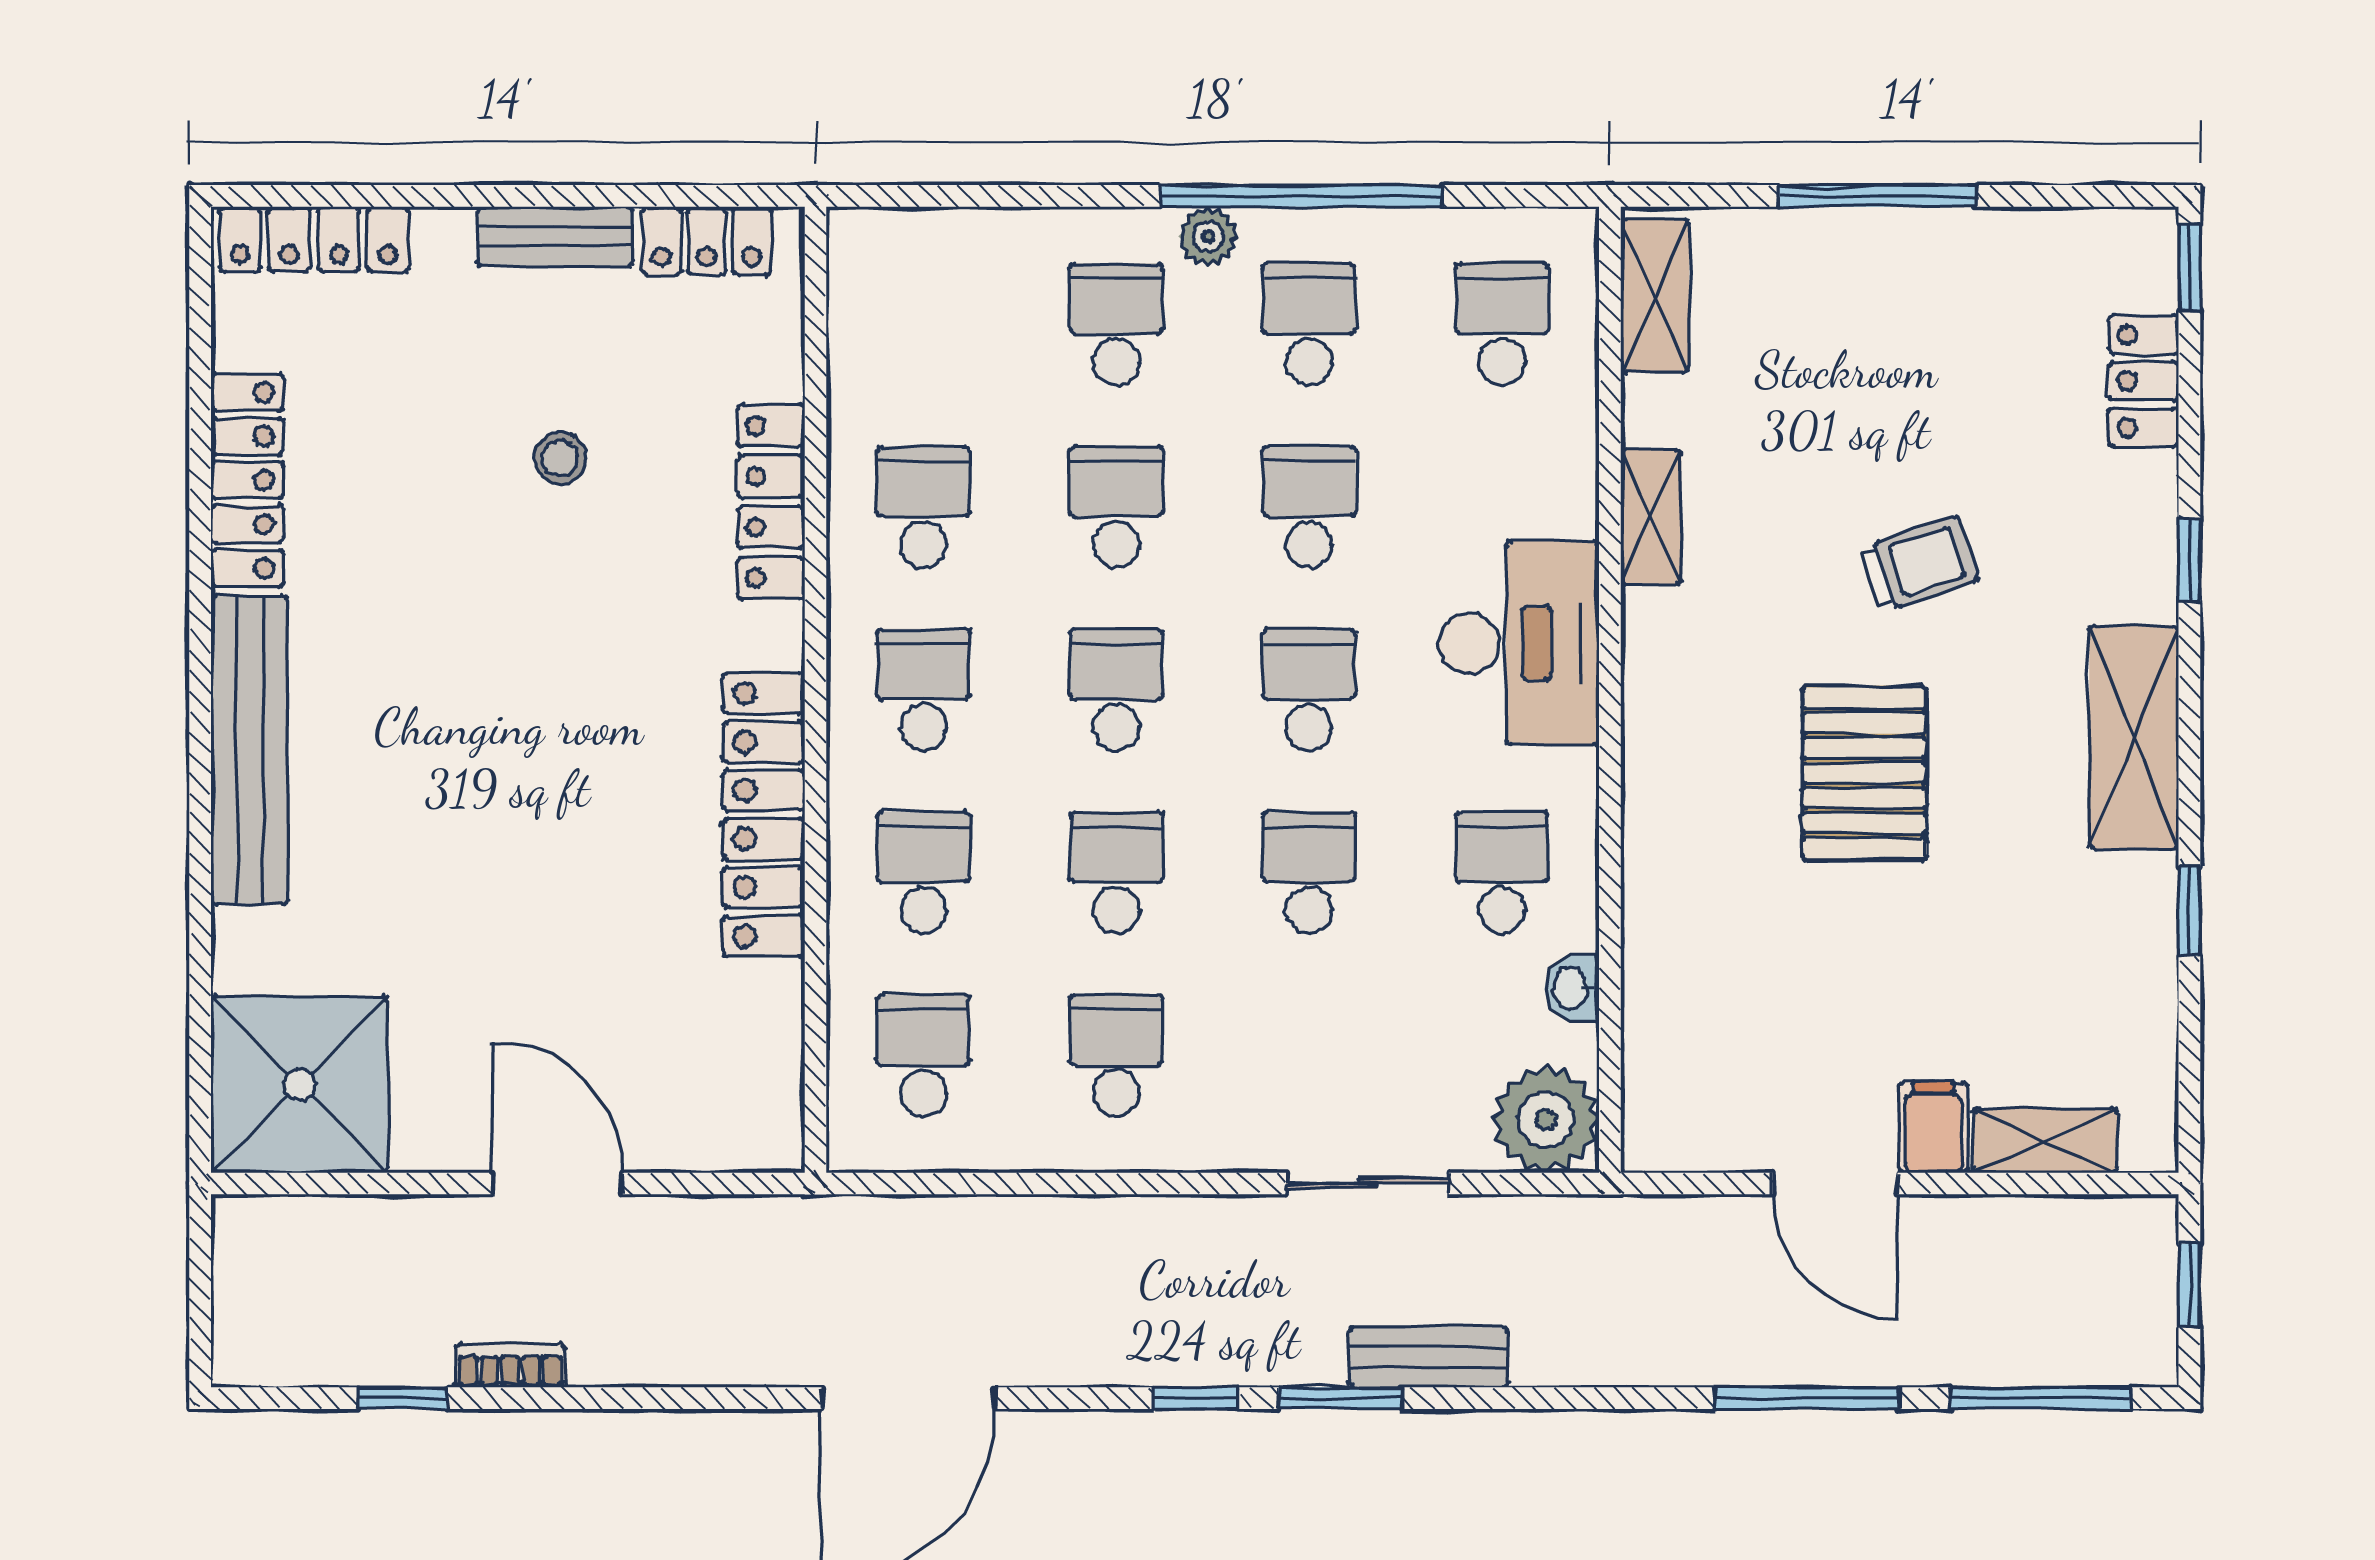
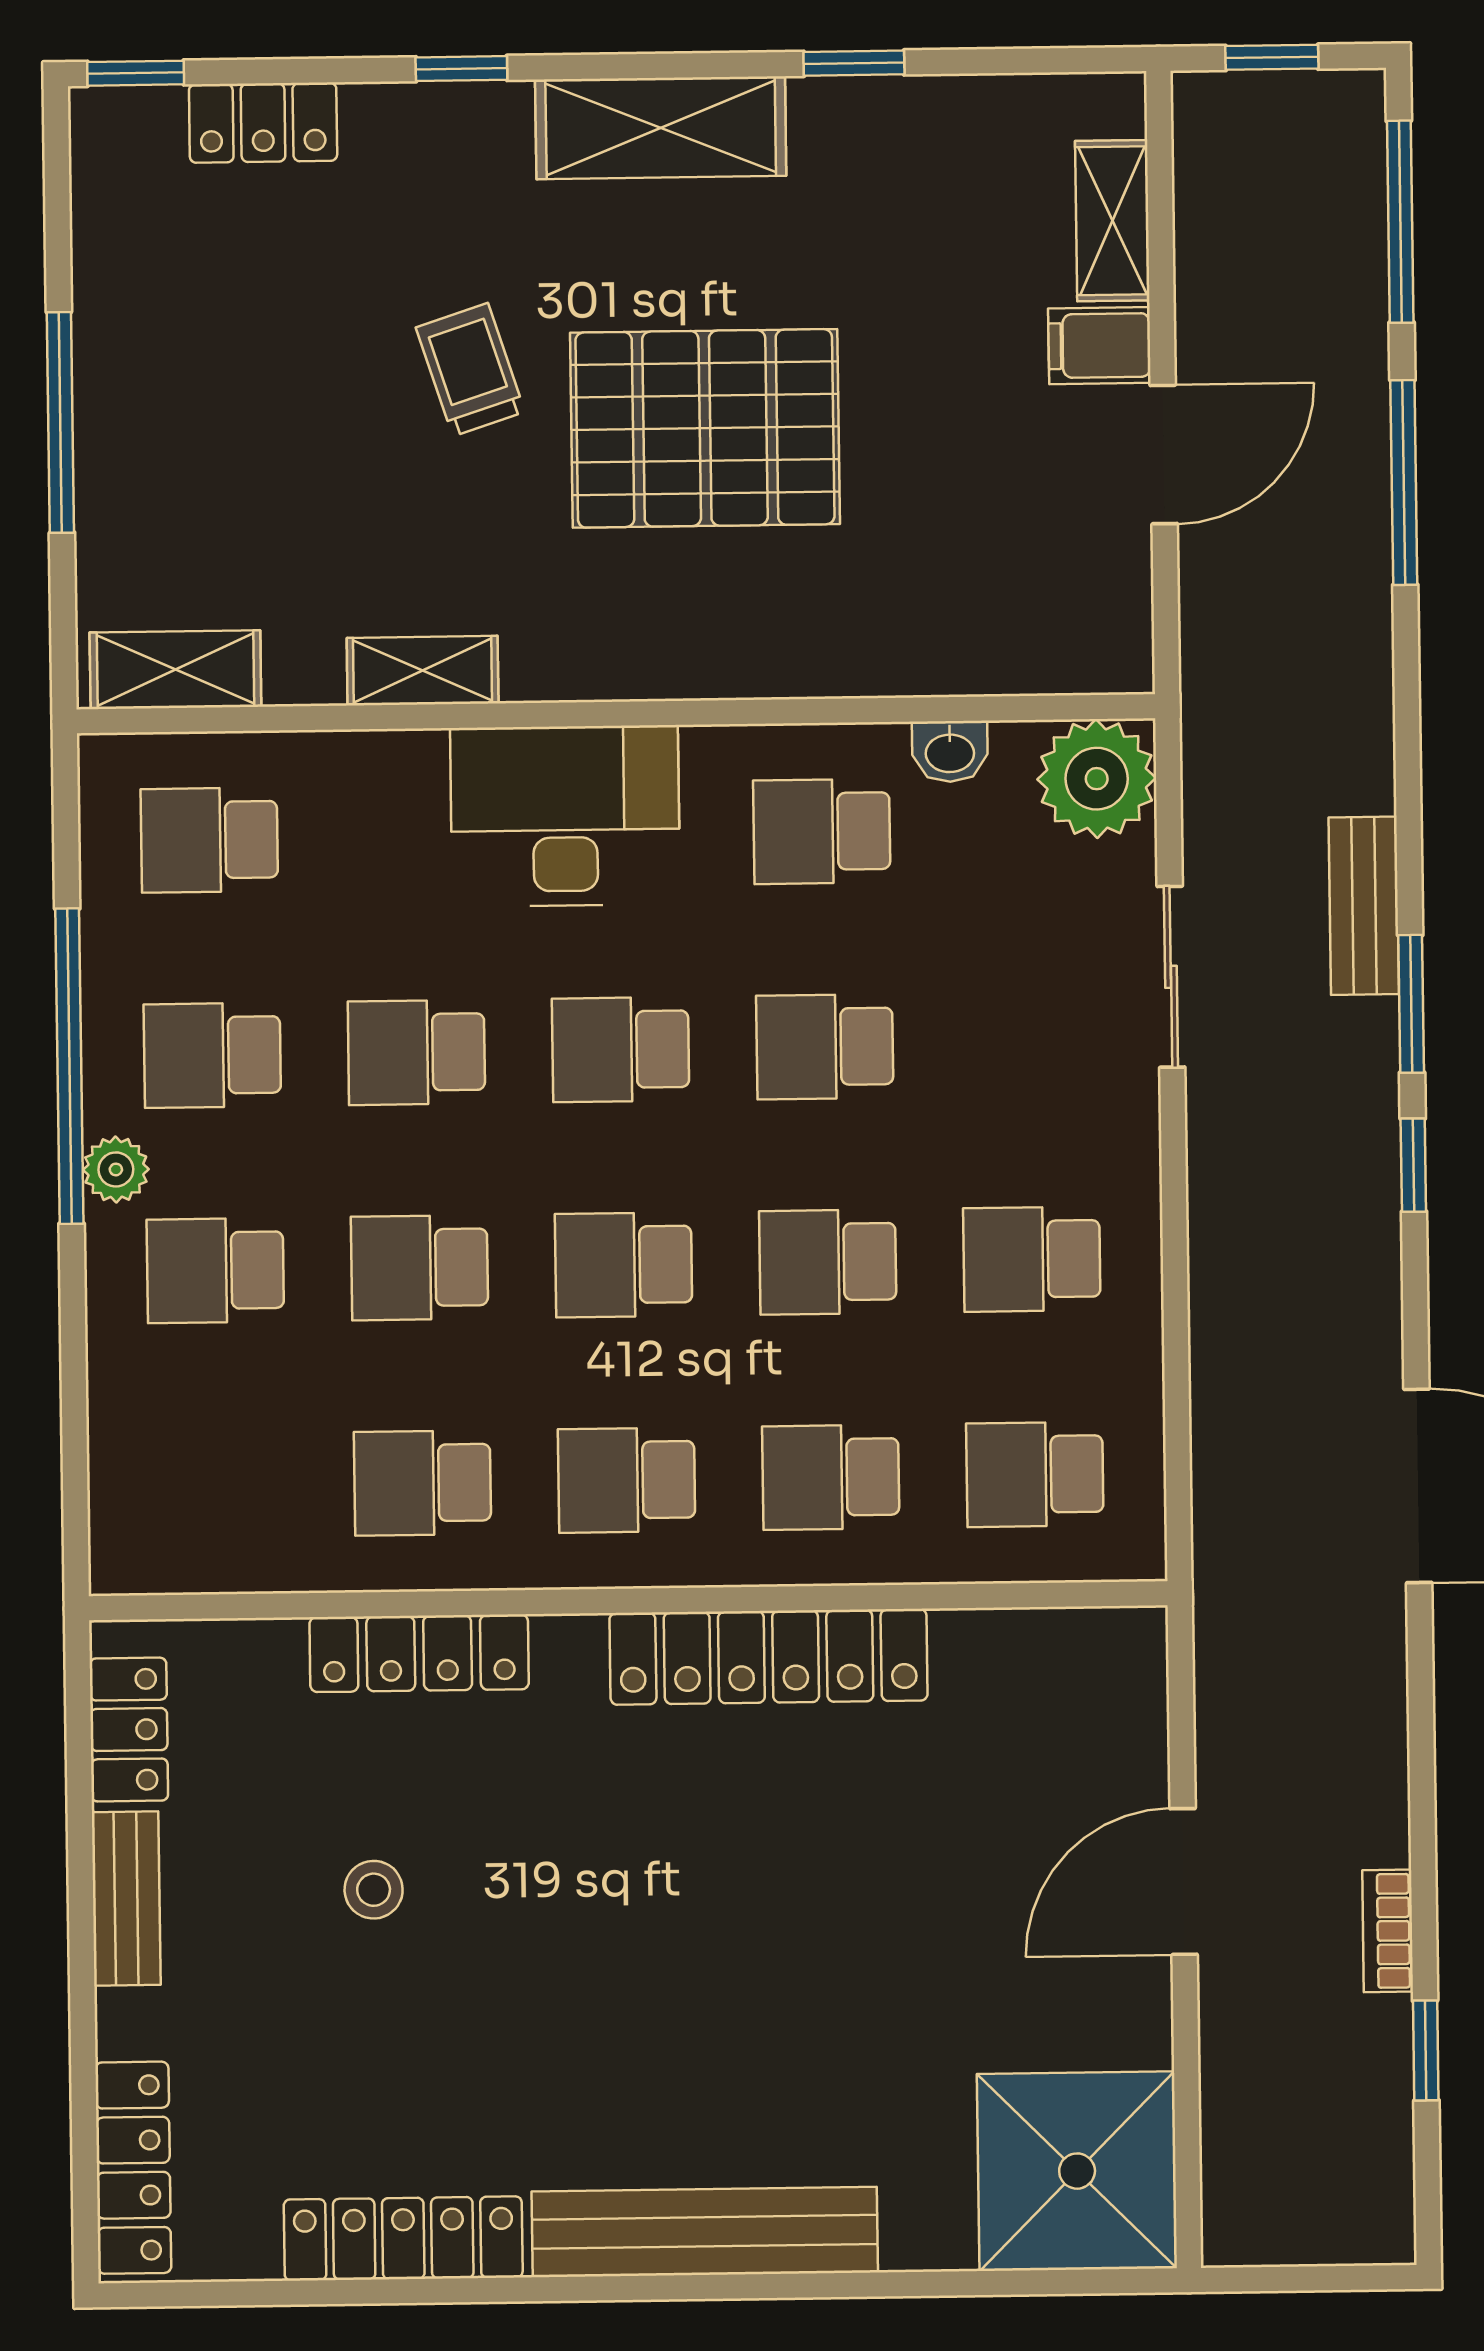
pallet: (1864, 773) -> (705, 428), width x1.37, depth x1.41

